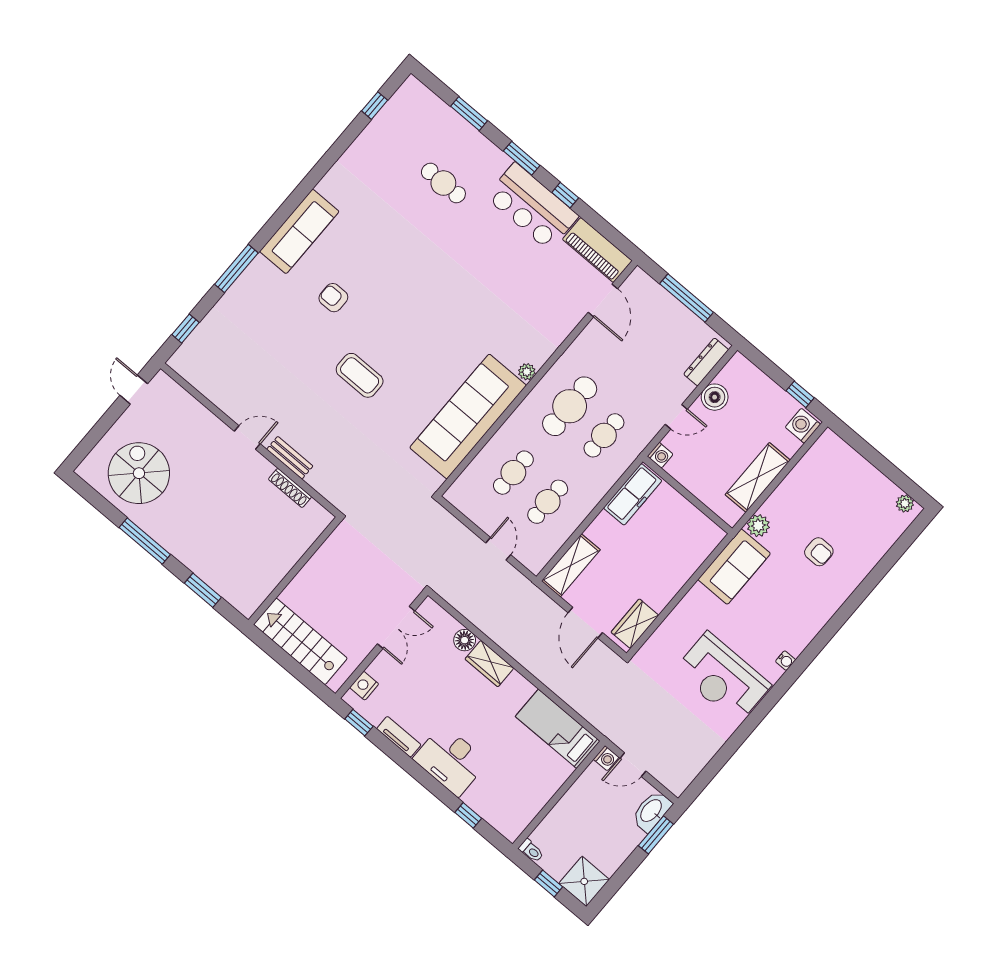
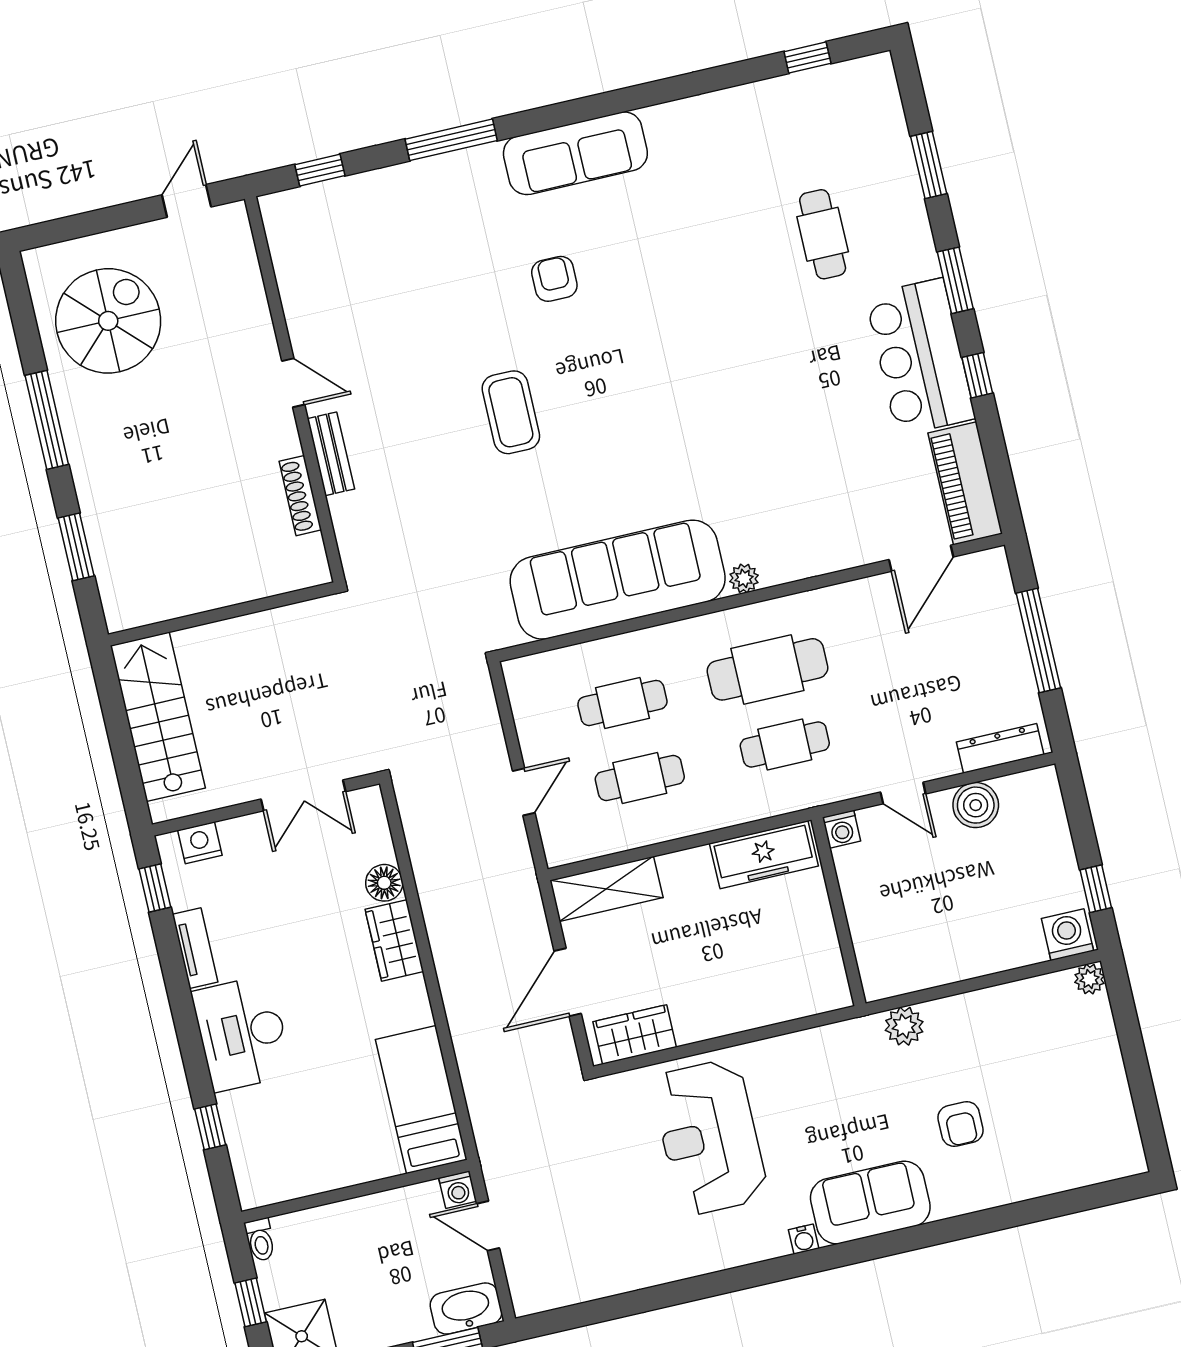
shelving: (758, 477) -> (953, 959), removed
plant: (905, 503) -> (1090, 979), moved
sofa: (734, 567) -> (870, 1203), moved, turned 180
reception desk: (722, 678) -> (709, 1137), moved

